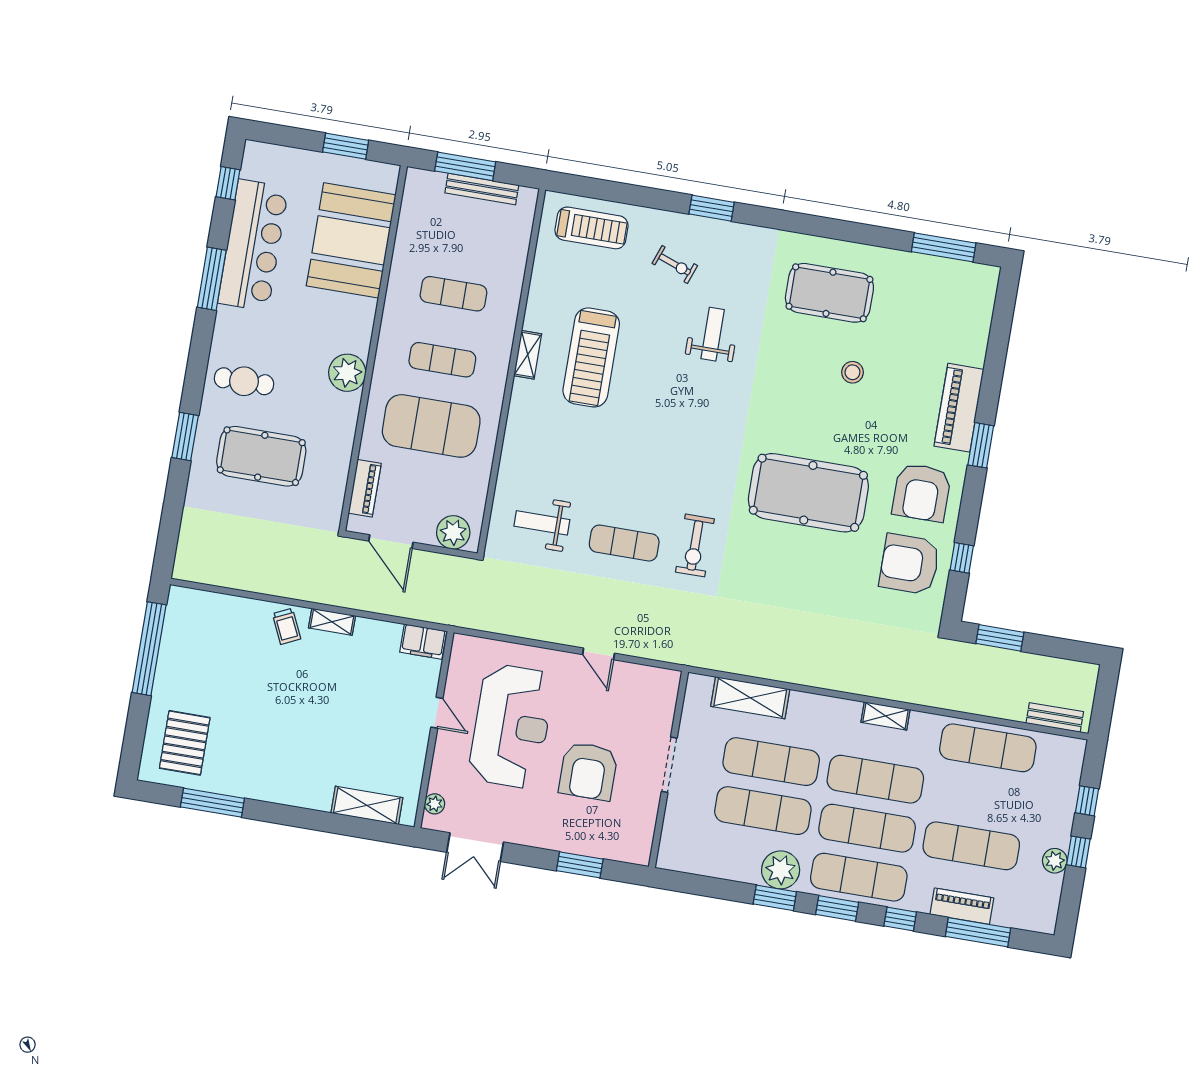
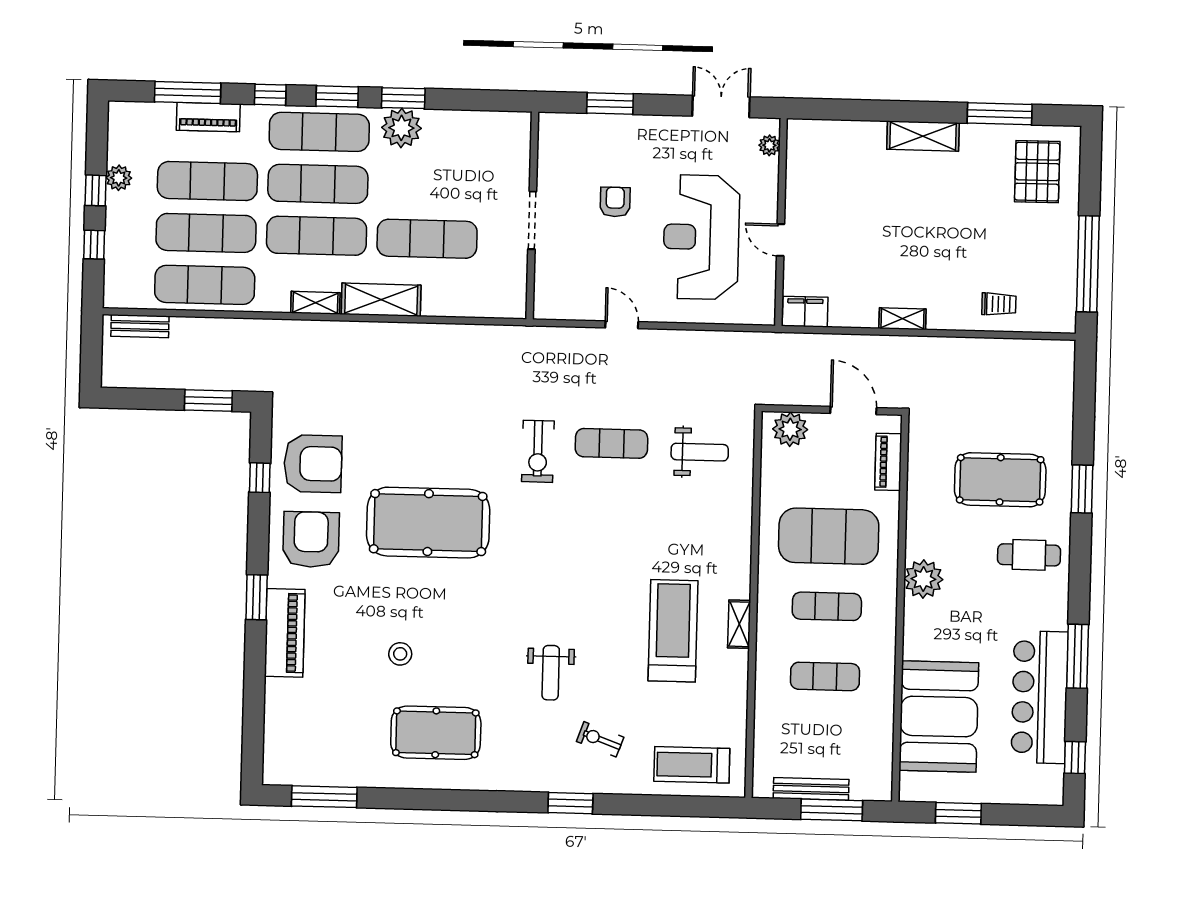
exercise bike: (695, 545) -> (538, 451), turned 180
trolley: (287, 626) -> (999, 304), moved, turned 115
shelving: (750, 698) -> (381, 300), moved
armchair: (588, 771) -> (615, 202), width x0.53, depth x0.53
shelving: (367, 805) -> (923, 136), moved
exercise mat: (763, 811) -> (206, 233), moved

